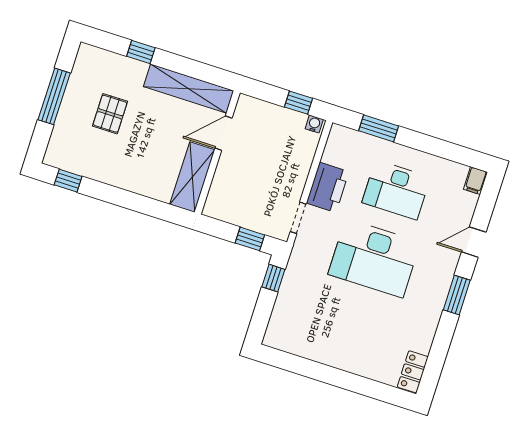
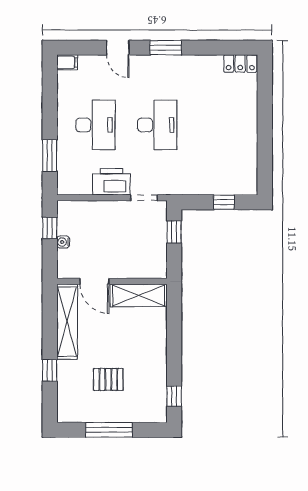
water cooler: (314, 124) -> (63, 242), moved
desk: (374, 258) -> (157, 125), width x0.73, depth x0.77
window: (273, 278) -> (224, 202), moved

